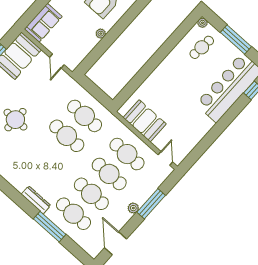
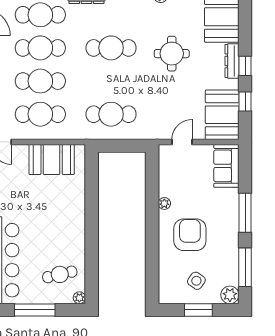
cafe table: (202, 47) -> (60, 274), turned 72
door: (57, 61) -> (182, 142), hinge flipped
cafe table: (67, 136) -> (111, 48), moved

